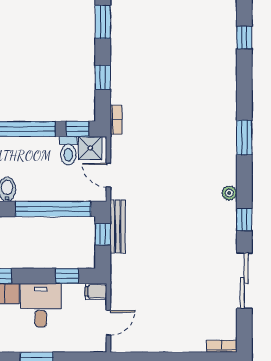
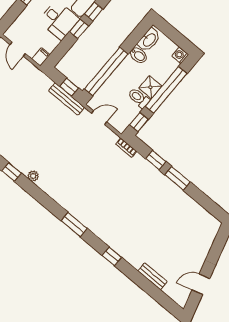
window: (103, 22) -> (178, 178), moved
window: (244, 138) -> (74, 225), moved
shower: (90, 148) -> (150, 87), moved
toilet: (68, 151) -> (139, 98), moved
window: (67, 276) -> (79, 29), moved

